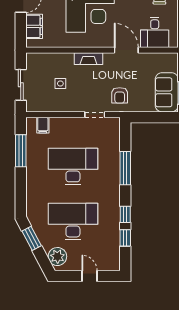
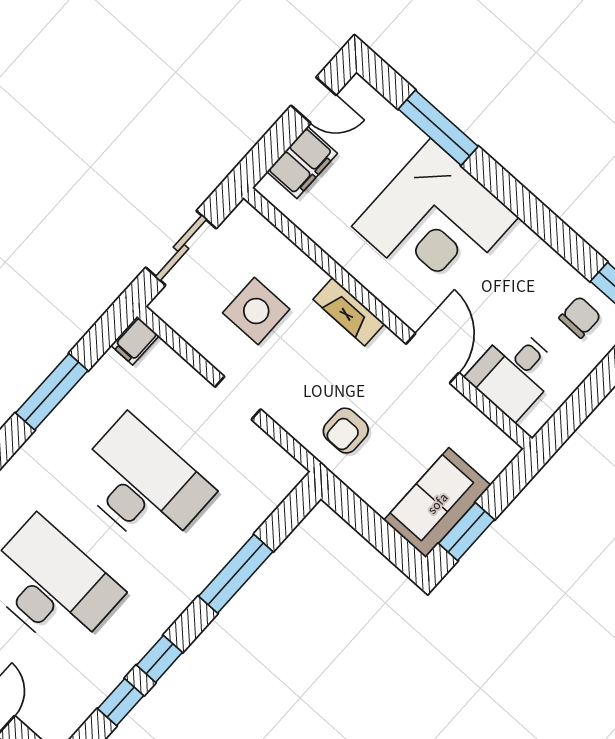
side table: (60, 84) -> (256, 311), width x1.87, depth x1.87
doorway: (95, 115) -> (238, 398), moved
filing cabinet: (43, 125) -> (135, 341), moved
window: (21, 151) -> (52, 392), moved

